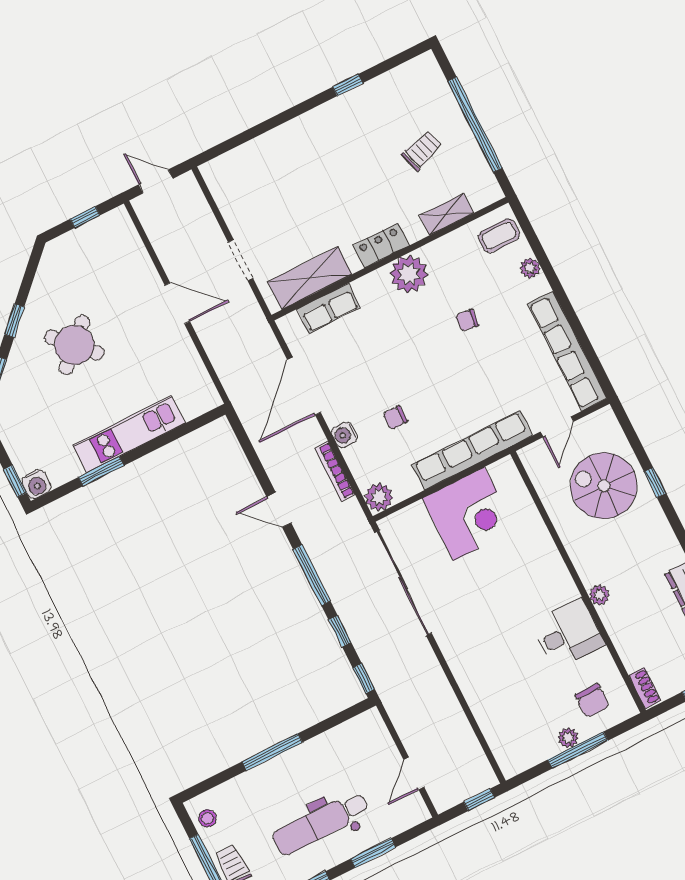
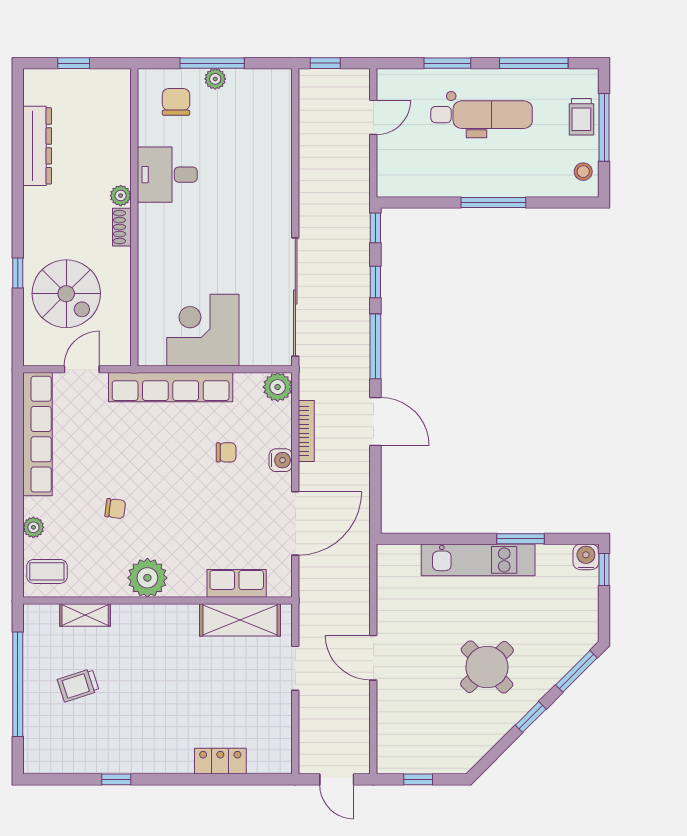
locker: (381, 246) -> (220, 761), moved, turned 180
door: (279, 510) -> (375, 421), width x1.38
shoe rack: (645, 688) -> (122, 227), moved

